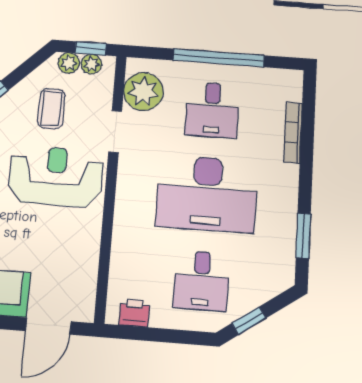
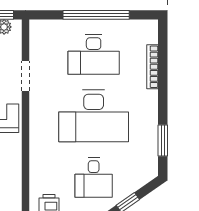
plant: (143, 92) -> (43, 45), removed
desk: (212, 110) -> (94, 54), width x1.37

